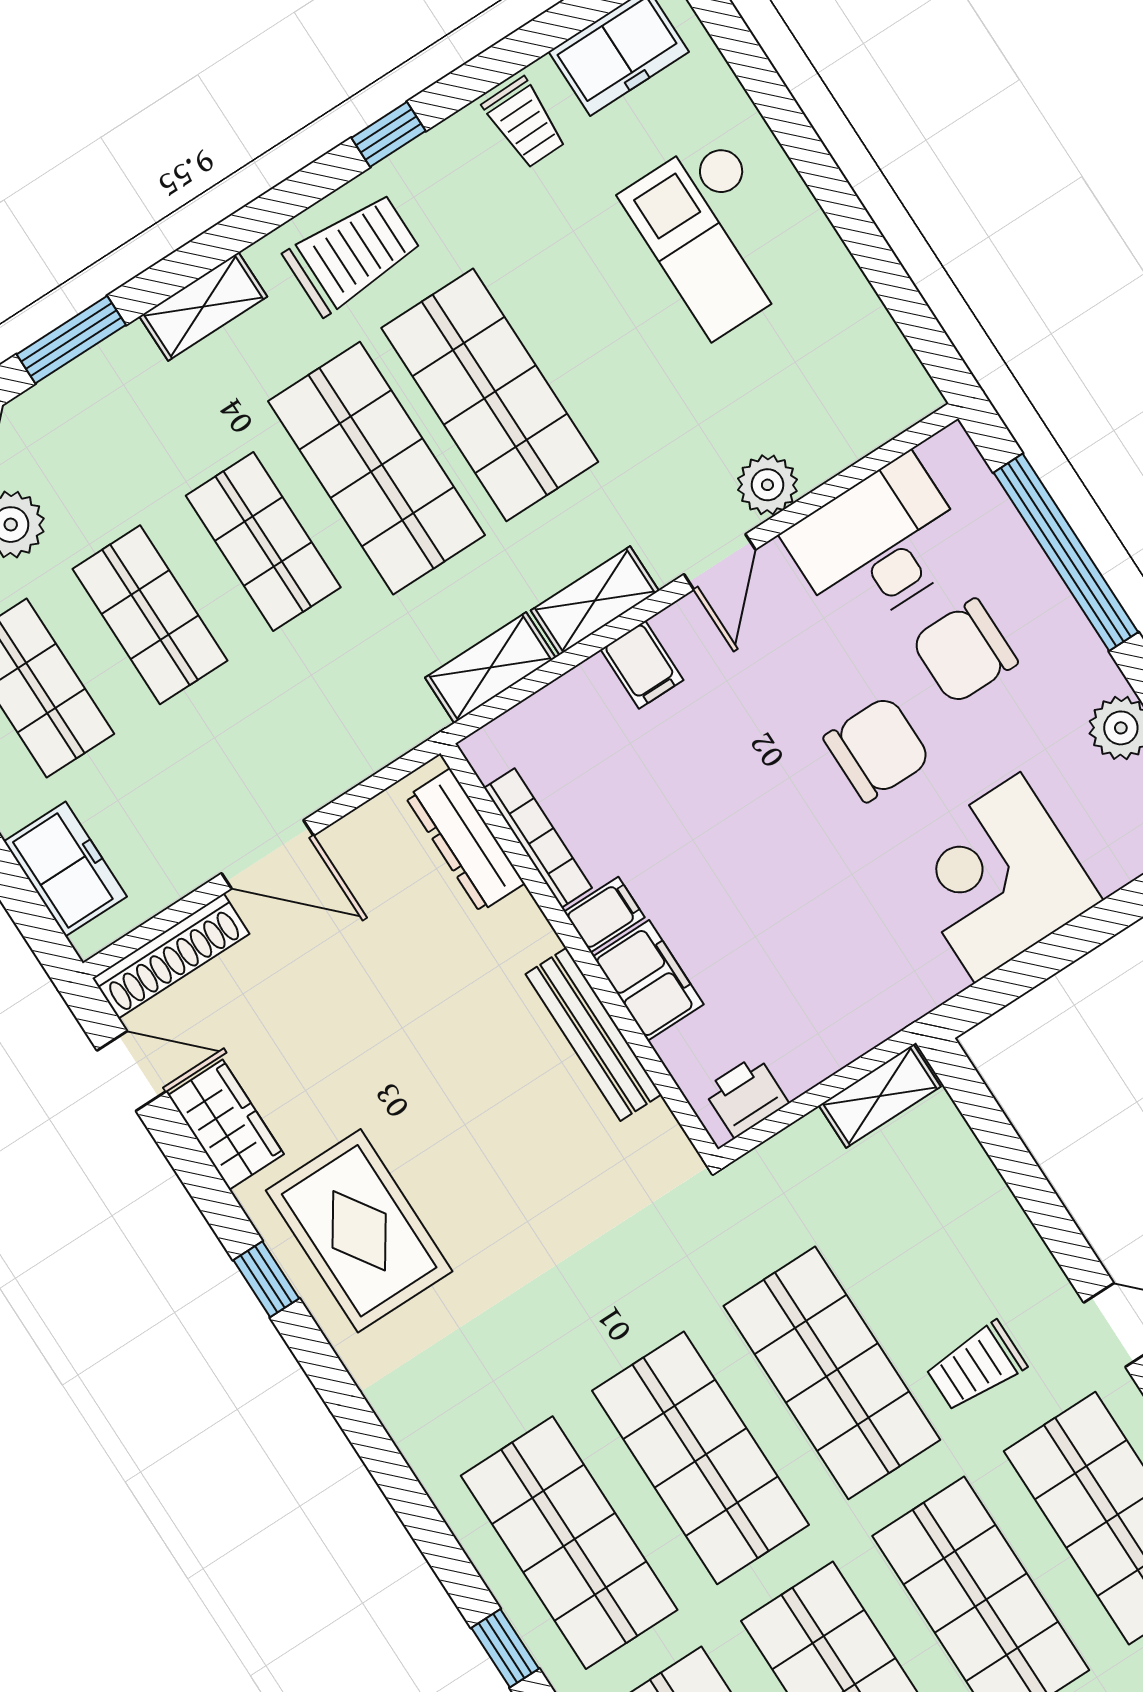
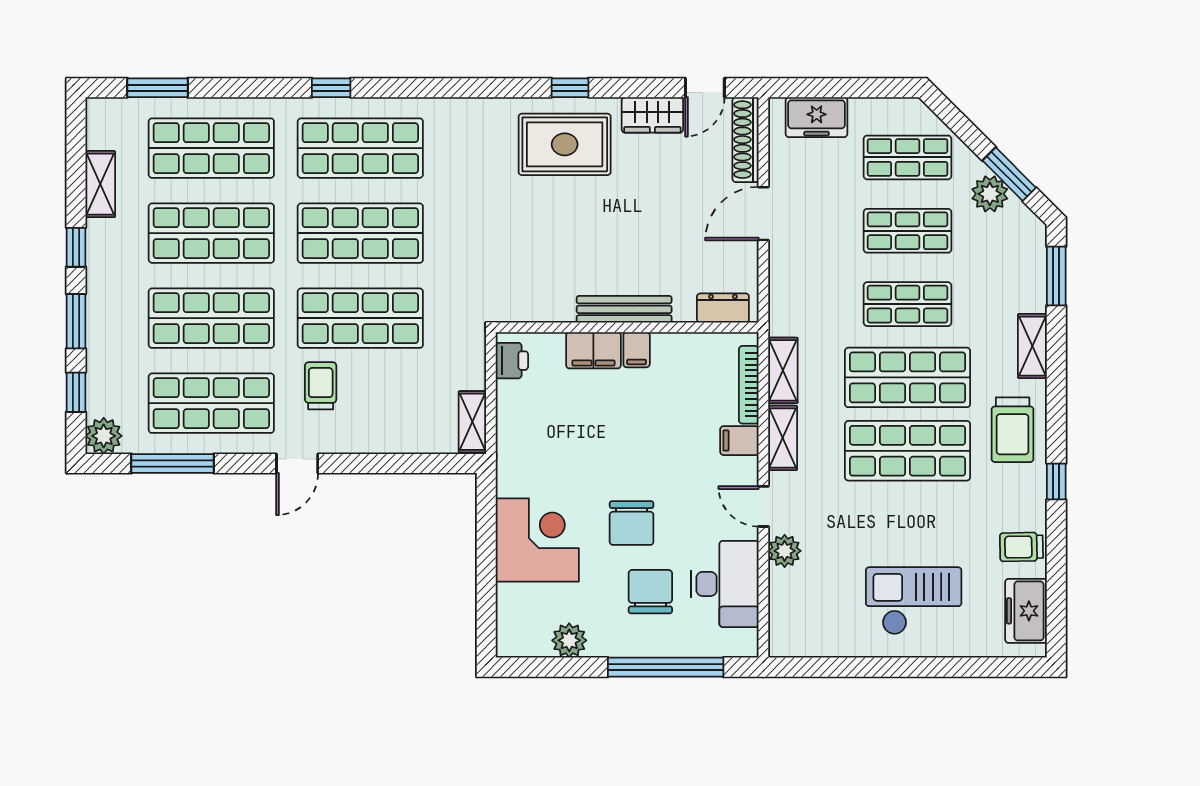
bookcase: (538, 838) -> (749, 385), moved, turned 90
dresser: (465, 840) -> (723, 308), width x0.70
bench: (593, 1034) -> (624, 309), moved

